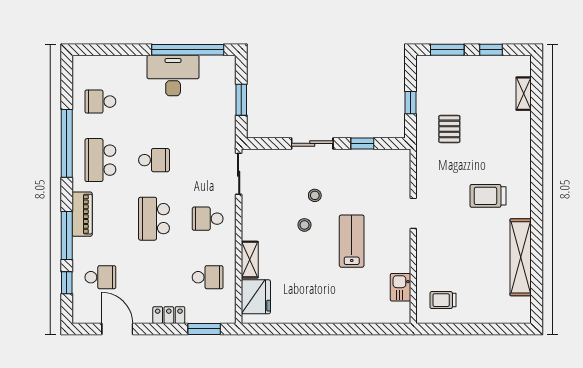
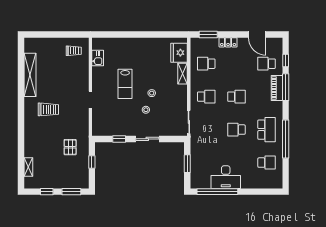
piano: (82, 214) -> (277, 88), moved
school desk: (154, 219) -> (236, 97), width x0.54

